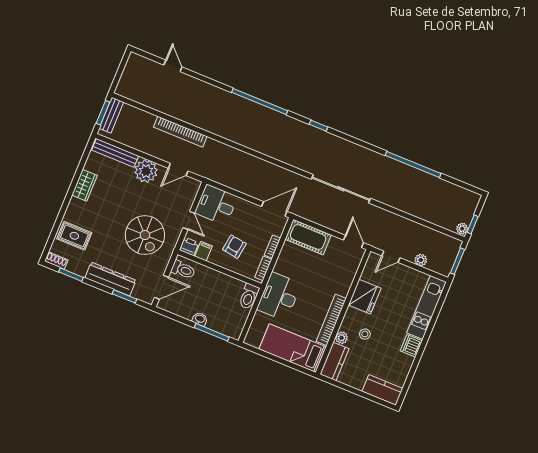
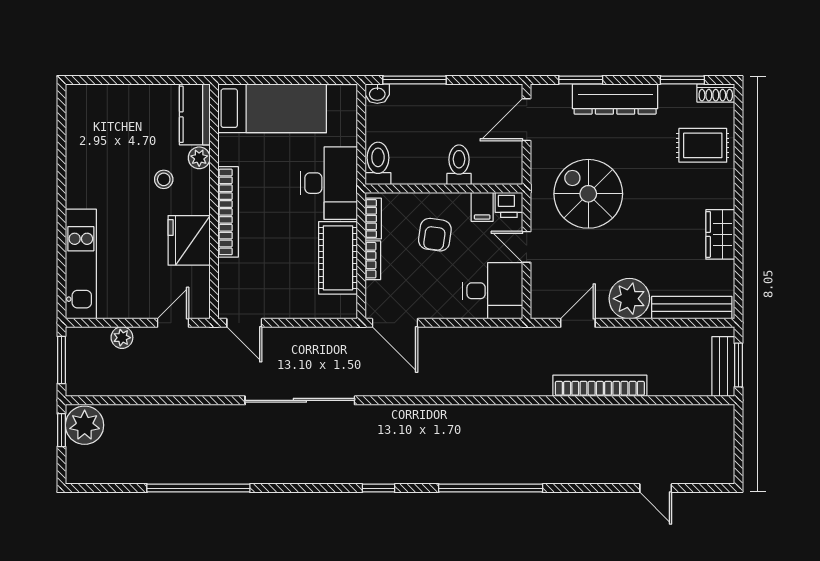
door: (274, 209) -> (395, 323), hinge flipped
plant: (462, 229) -> (85, 425), width x1.88, depth x1.88
cot: (308, 237) -> (338, 258), moved, turned 90
toilet: (183, 270) -> (459, 165), moved, turned 90
washbasin: (200, 319) -> (377, 94), moved
bookcase: (331, 320) -> (228, 212), moved
dishwasher: (411, 346) -> (80, 191), removed
kitchen counter: (382, 390) -> (98, 100), removed

